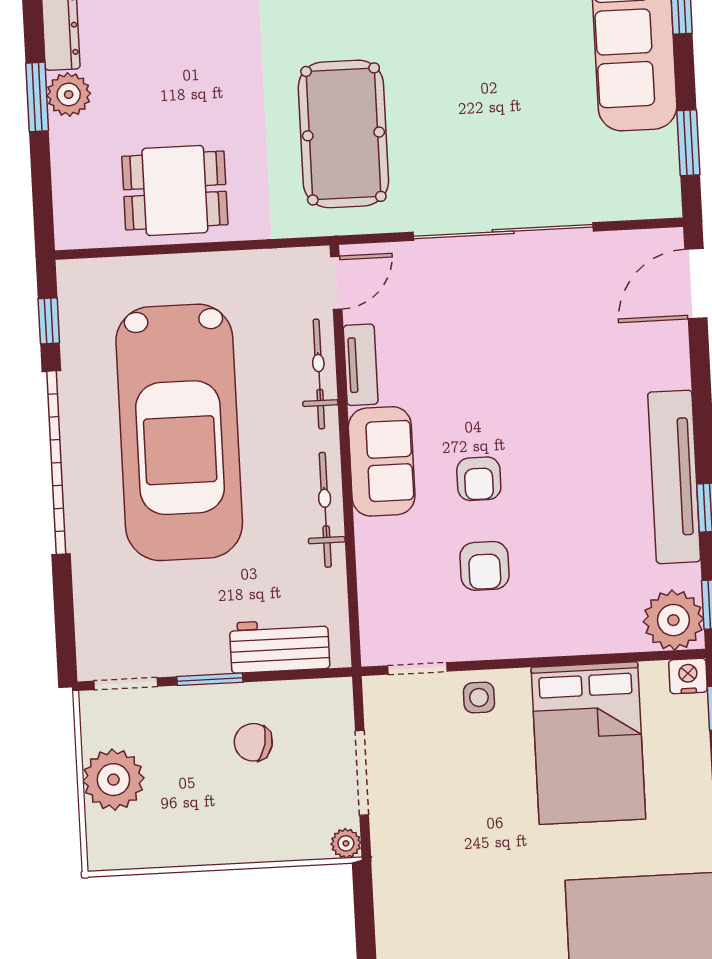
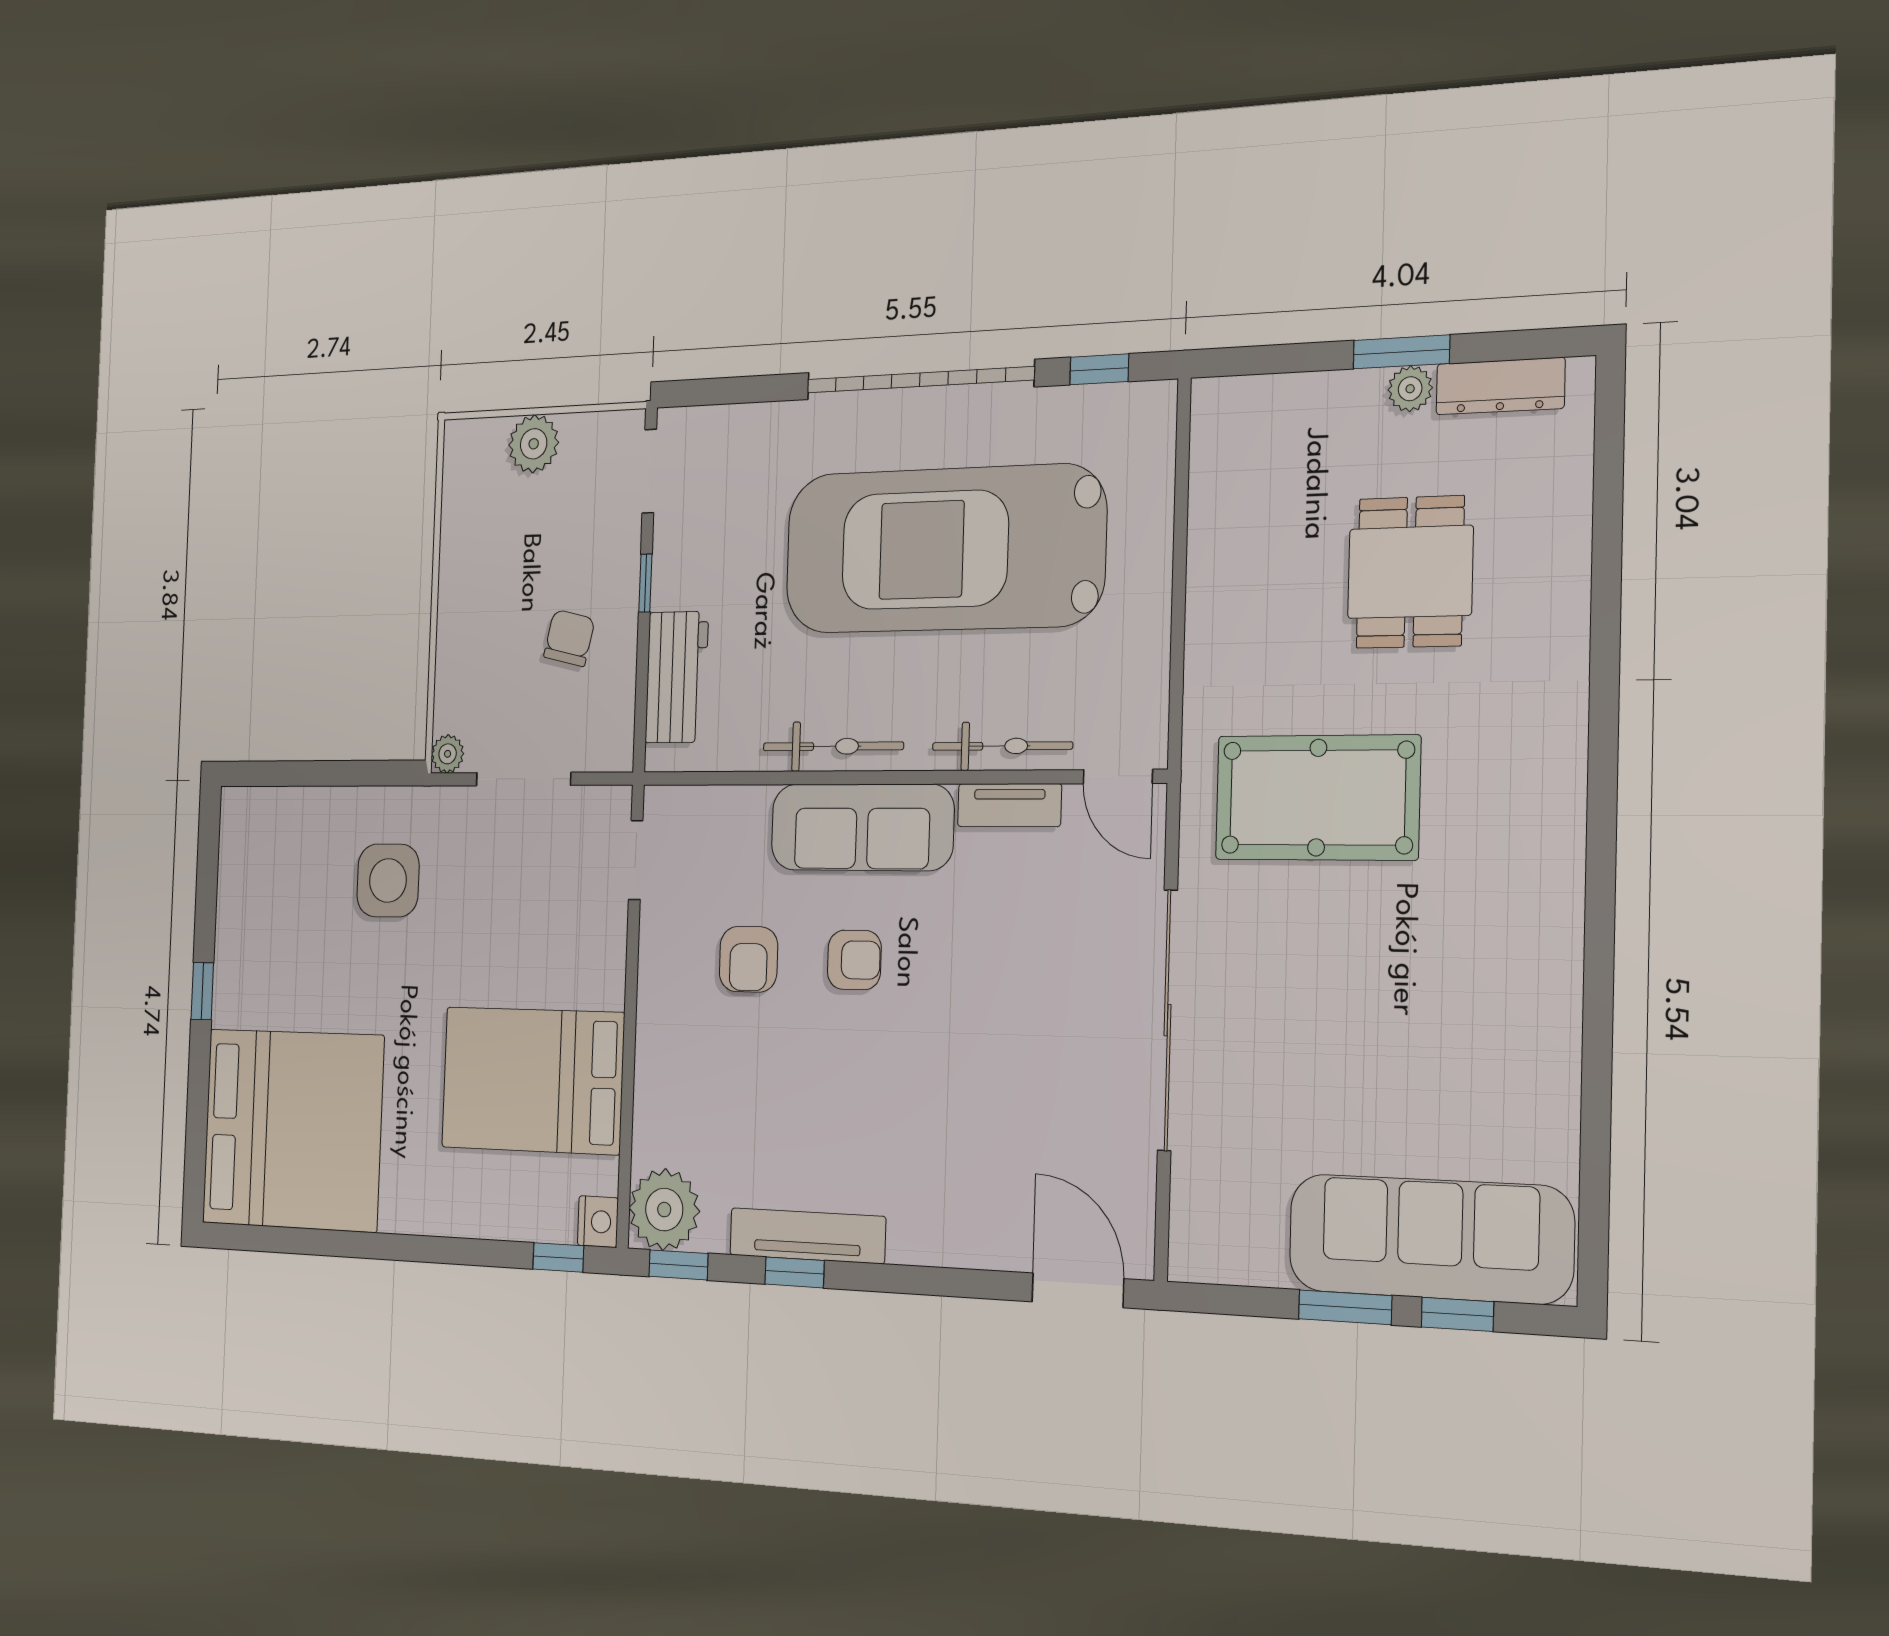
plant: (69, 94) -> (1410, 389), width x0.73, depth x0.73
window: (688, 143) -> (1345, 1307), moved
dining table: (175, 191) -> (1410, 572), moved
sofa: (382, 461) -> (862, 827), width x1.36
tv unit: (674, 477) -> (807, 1236), width x0.73, depth x0.78
armchair: (479, 479) -> (854, 960), turned 180
armchair: (484, 566) -> (748, 959), turned -90
window: (210, 679) -> (645, 583), width x0.67
side table: (479, 698) -> (388, 880), moved, width x1.87, depth x1.87
plant: (113, 780) -> (534, 444), width x0.73, depth x0.73

